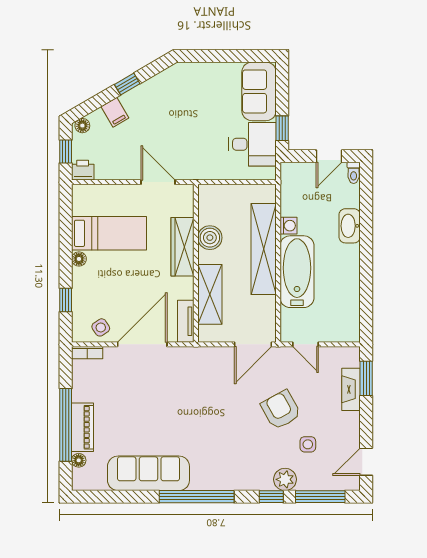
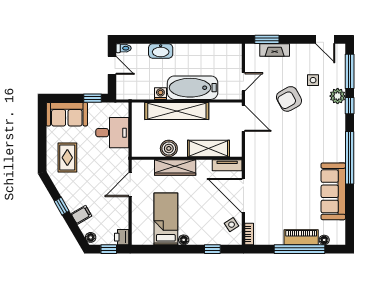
rug: (197, 92) -> (67, 158), added
desk: (252, 144) -> (112, 133), moved, turned 90

